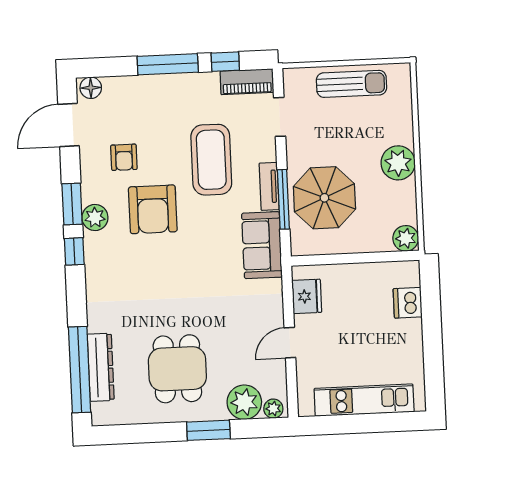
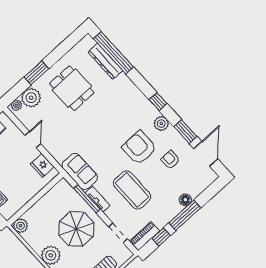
floor lamp: (91, 88) -> (185, 200), moved
parasol: (324, 198) -> (76, 229), moved
window: (72, 204) -> (185, 132), moved

